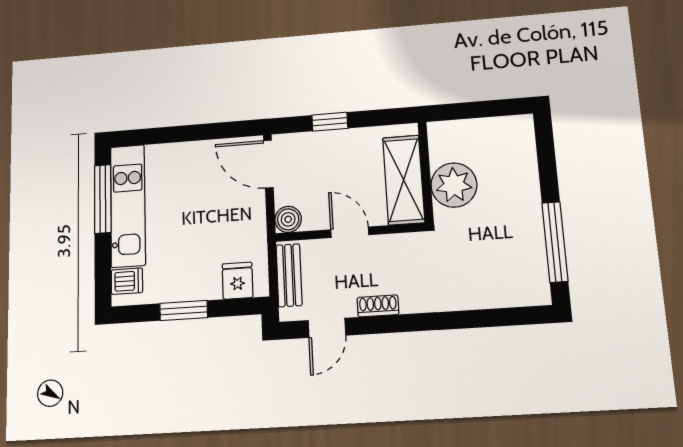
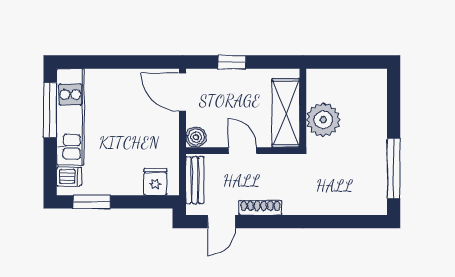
shoe rack: (378, 306) -> (260, 208), width x1.43
window: (184, 311) -> (92, 202), moved

